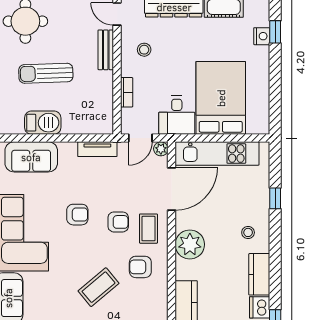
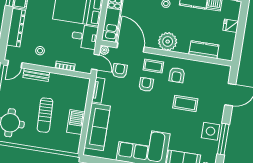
sofa: (31, 157) -> (97, 127), width x1.36
armchair: (77, 215) -> (120, 71), moved
coffee table: (99, 287) -> (185, 103), turned -50

